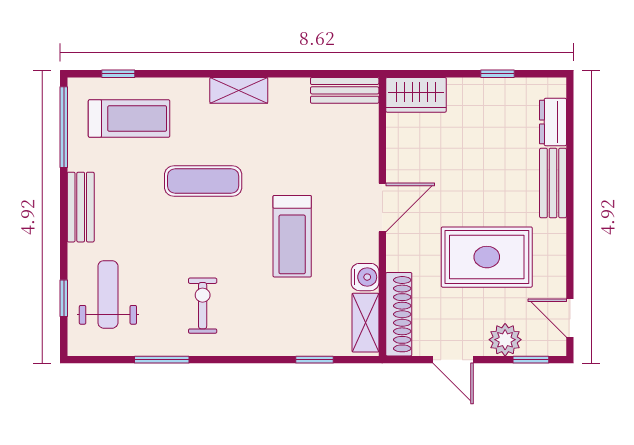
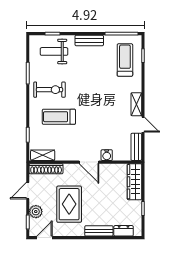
door: (289, 74) -> (143, 125), added
wardrobe: (416, 95) -> (134, 182), width x1.50
treadmill: (129, 119) -> (125, 60), turned 180
exercise mat: (203, 181) -> (100, 90), removed
treadmill: (292, 236) -> (59, 117), moved
water cooler: (365, 277) -> (107, 155), moved
weight bench: (108, 294) -> (54, 51), turned 180
exercise bike: (203, 306) -> (50, 90), width x1.38, depth x1.39

